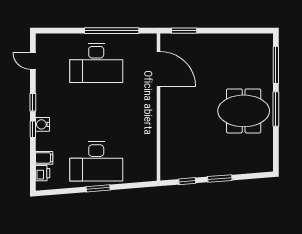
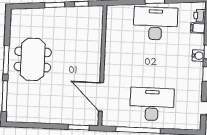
meeting table: (244, 111) -> (33, 59), turned 90

